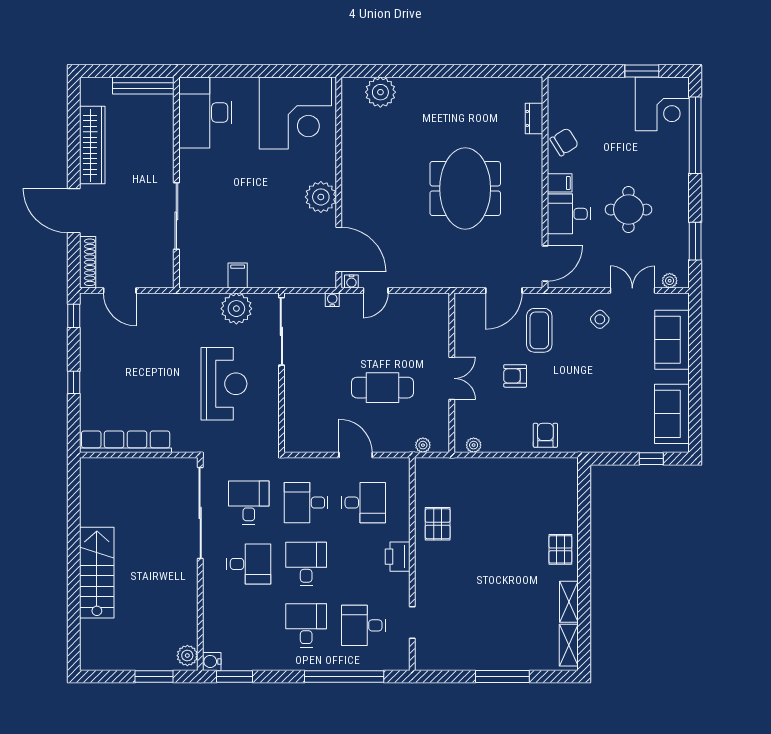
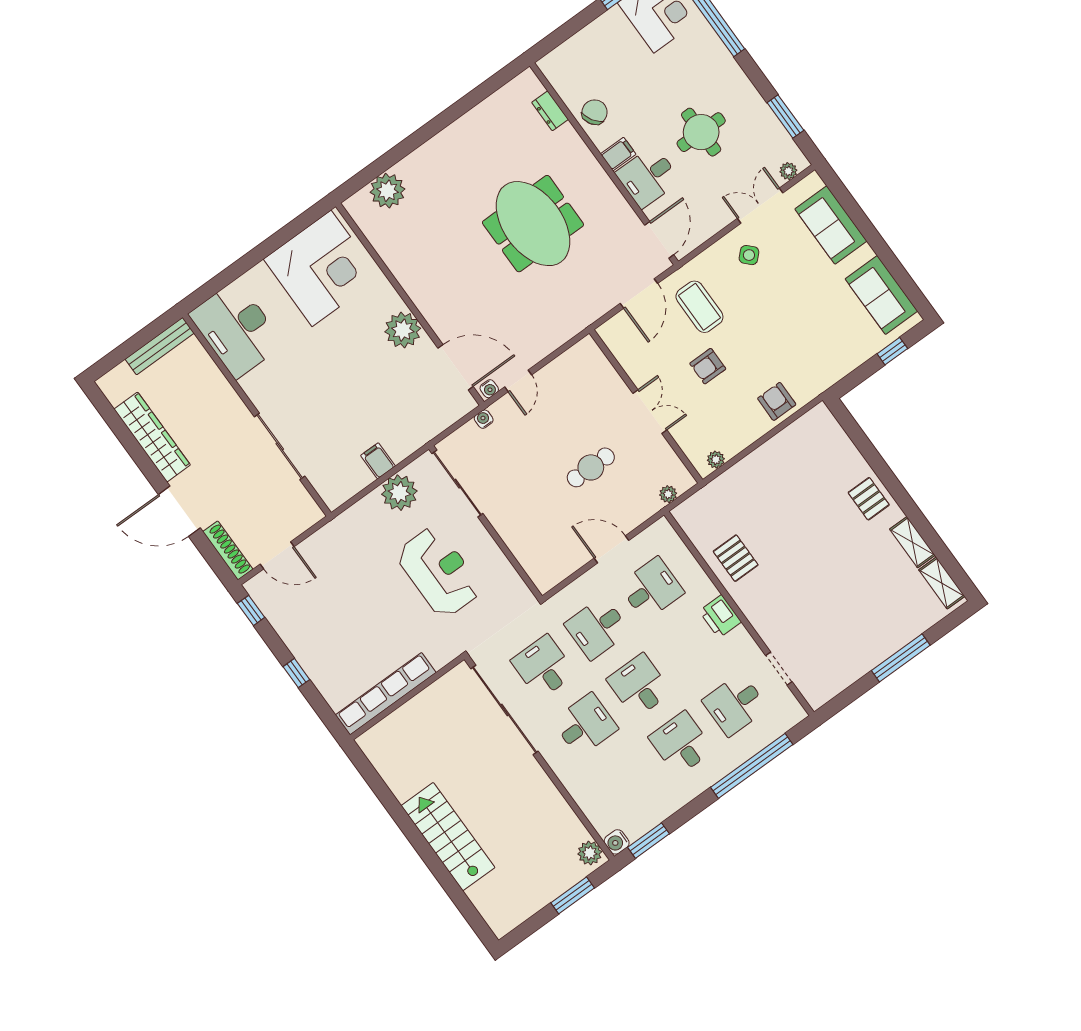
cafe table: (383, 388) -> (591, 467), width x0.73, depth x0.74

